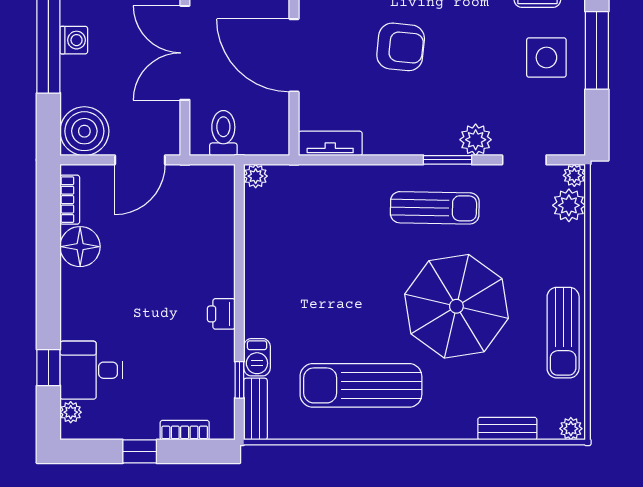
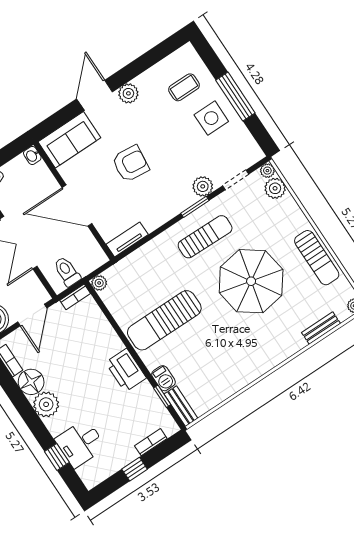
bookcase: (212, 173) -> (75, 297), added
printer: (221, 314) -> (126, 370), width x1.87, depth x1.48
sun lounger: (361, 385) -> (164, 320), moved
plant: (71, 412) -> (46, 404), moved, width x1.87, depth x1.87

